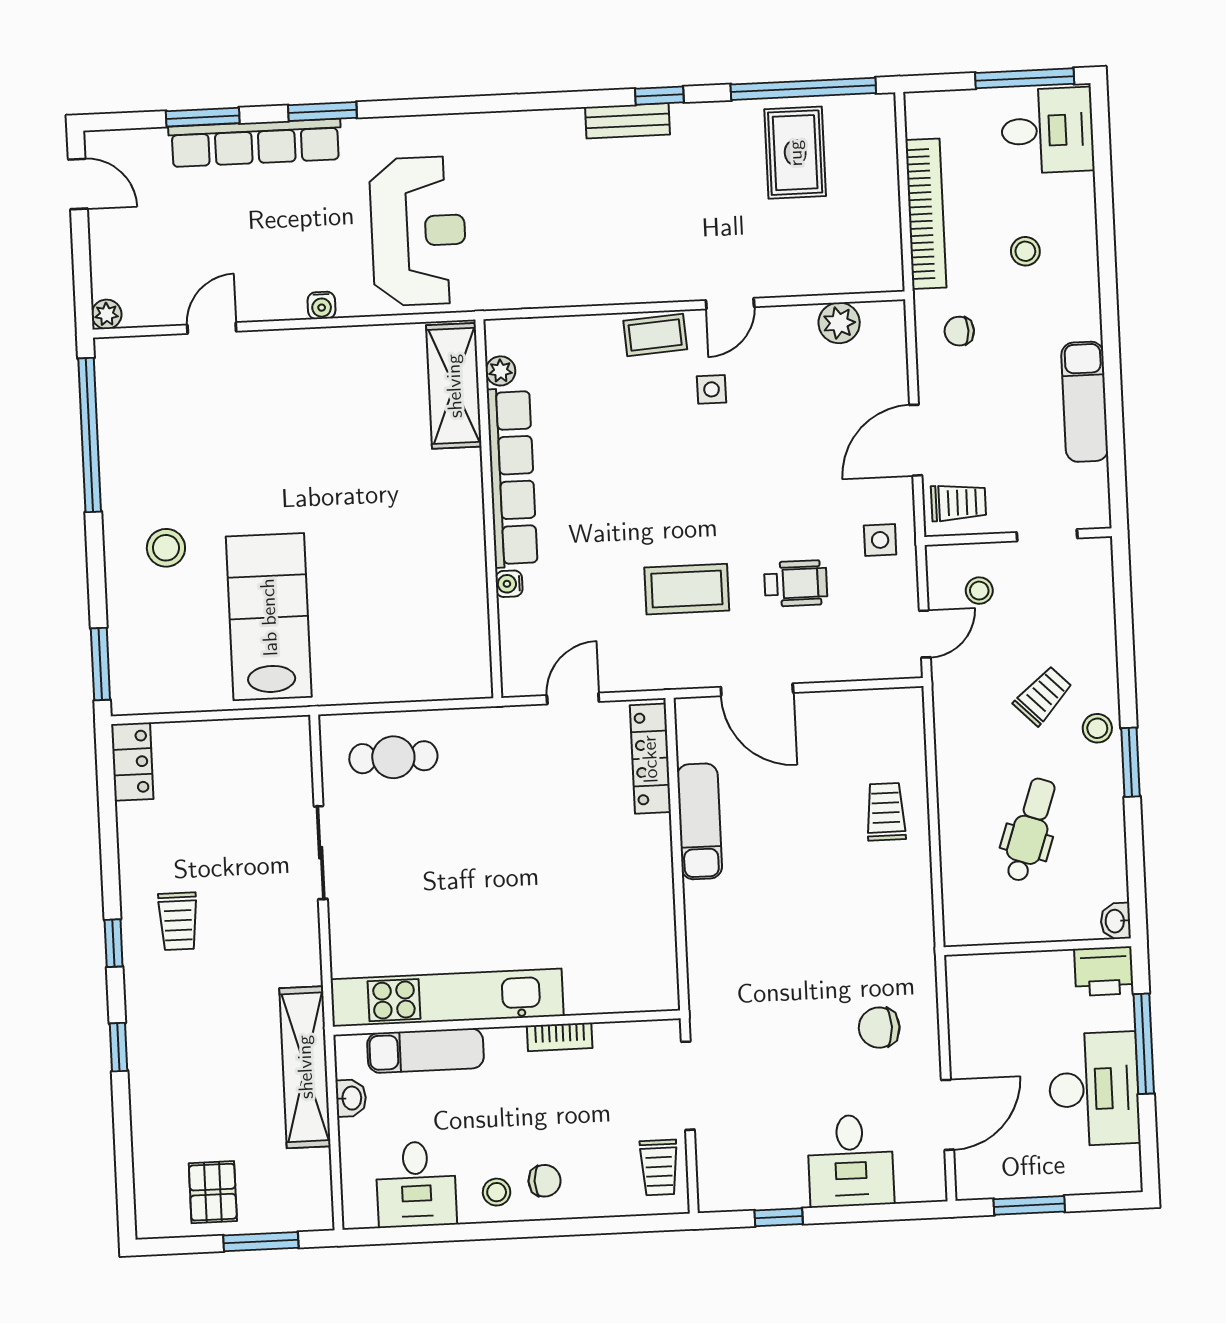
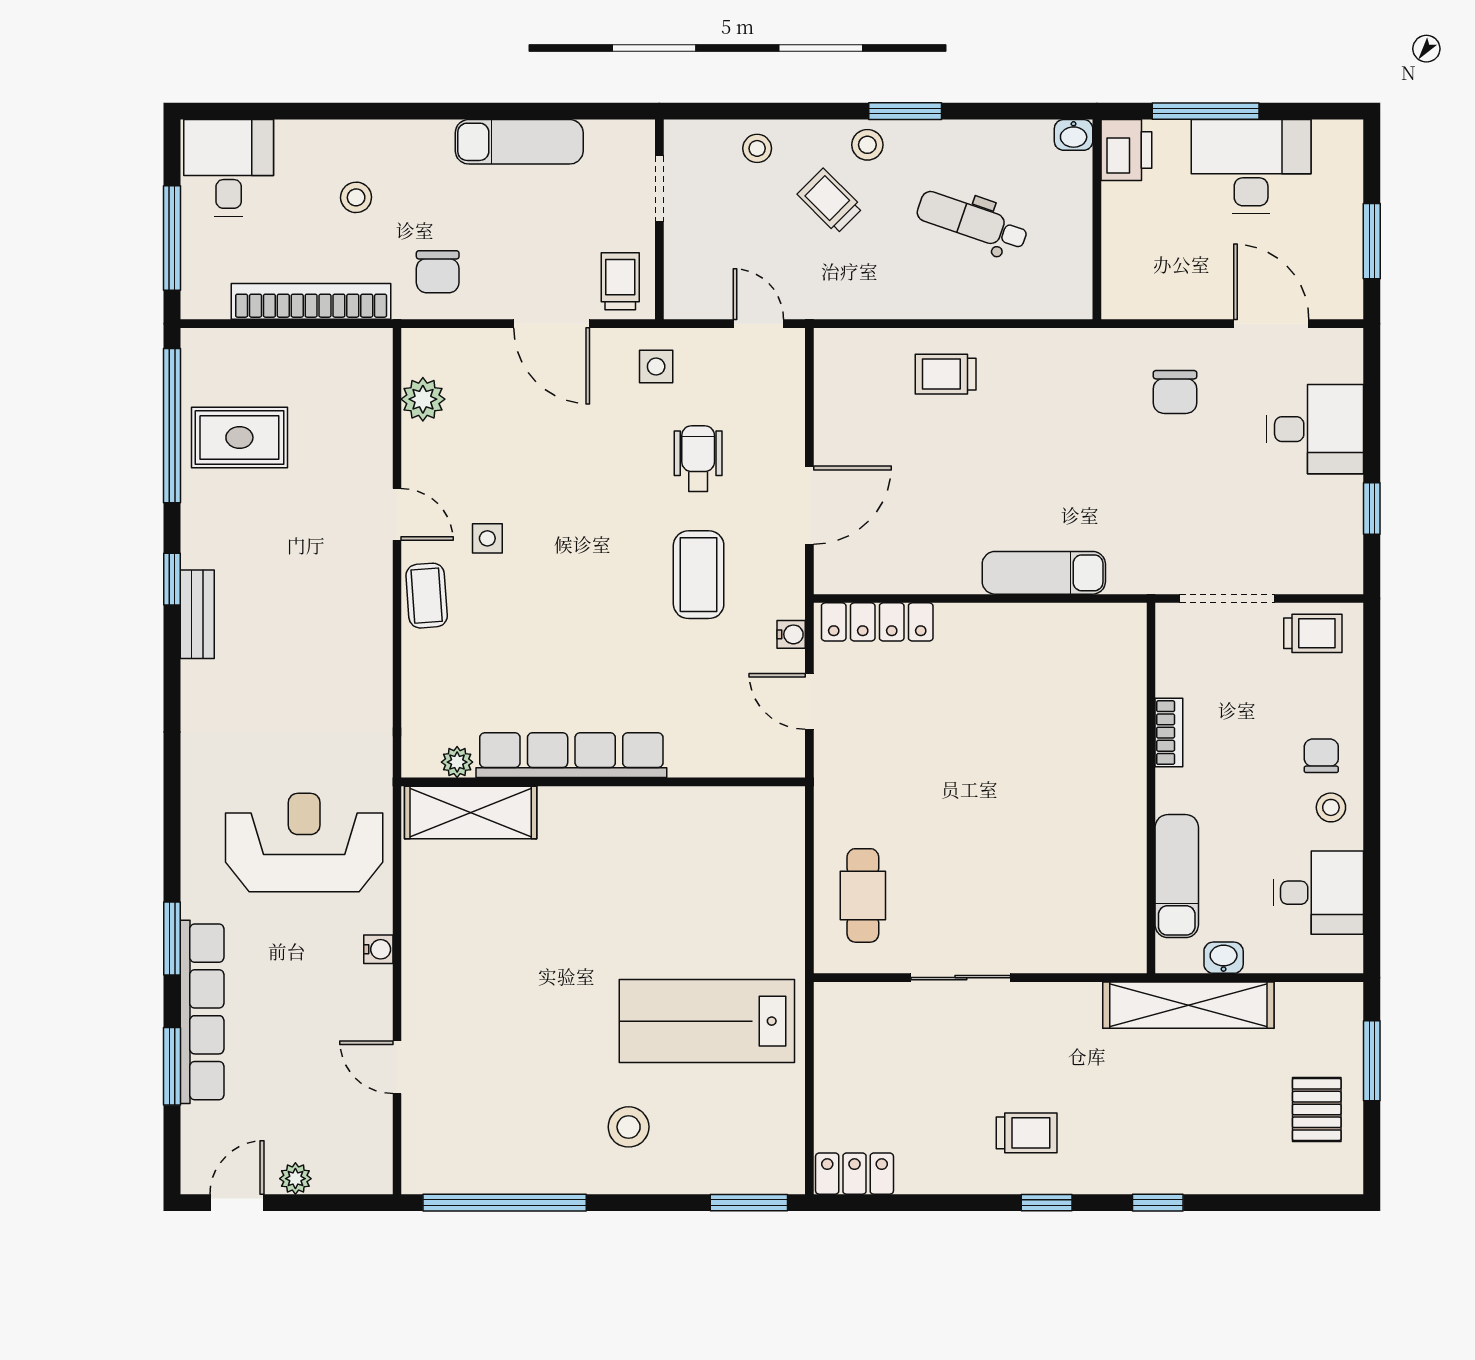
window: (1025, 78) -> (172, 238), moved
plant: (107, 314) -> (295, 1179), moved
chair: (959, 331) -> (438, 272), width x1.37, depth x1.37
water cooler: (509, 584) -> (791, 634), moved, turned -90
stool: (979, 591) -> (757, 148), moved
exam couch: (699, 821) -> (1044, 573), moved
kitchen unit: (447, 998) -> (1121, 850), removed
pallet: (213, 1192) -> (1317, 1109), turned 90

